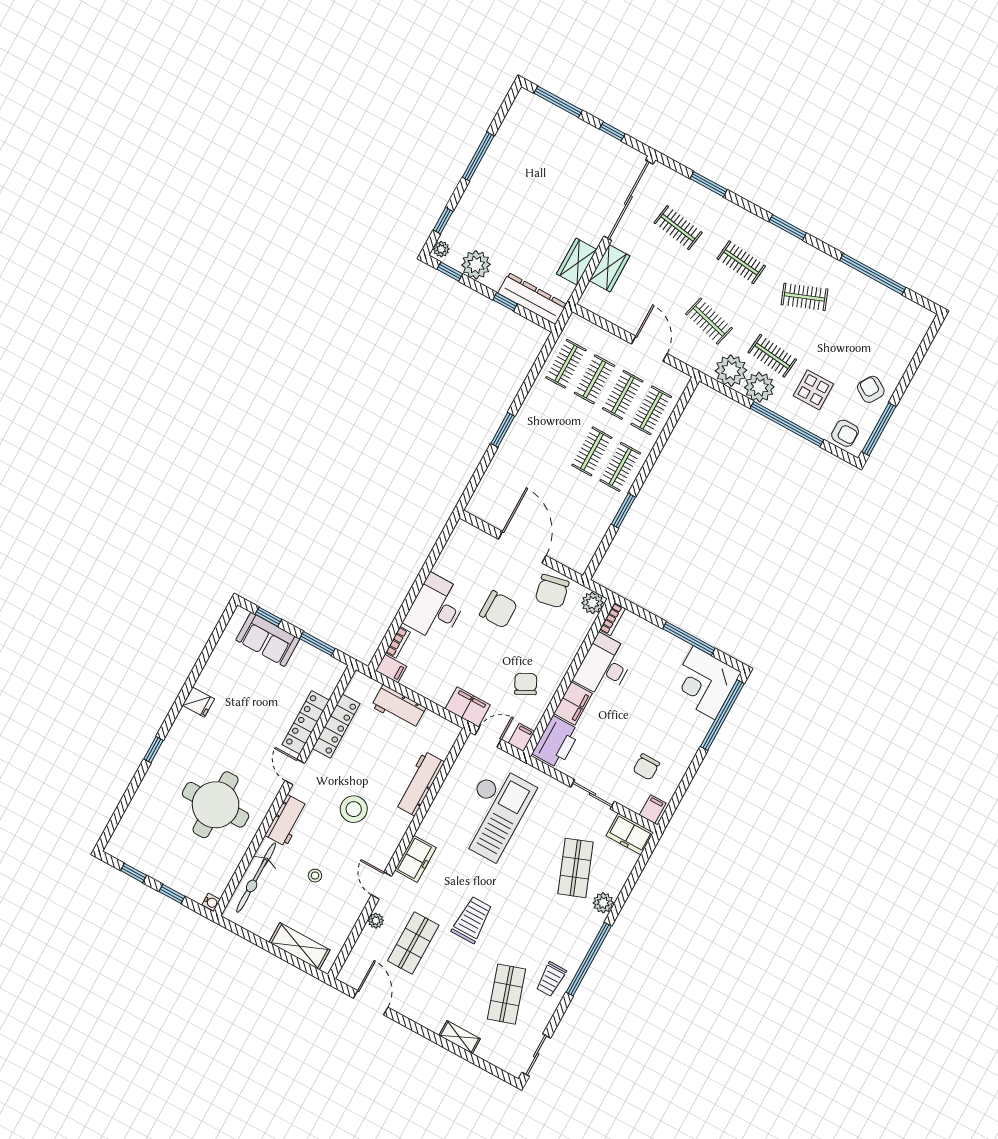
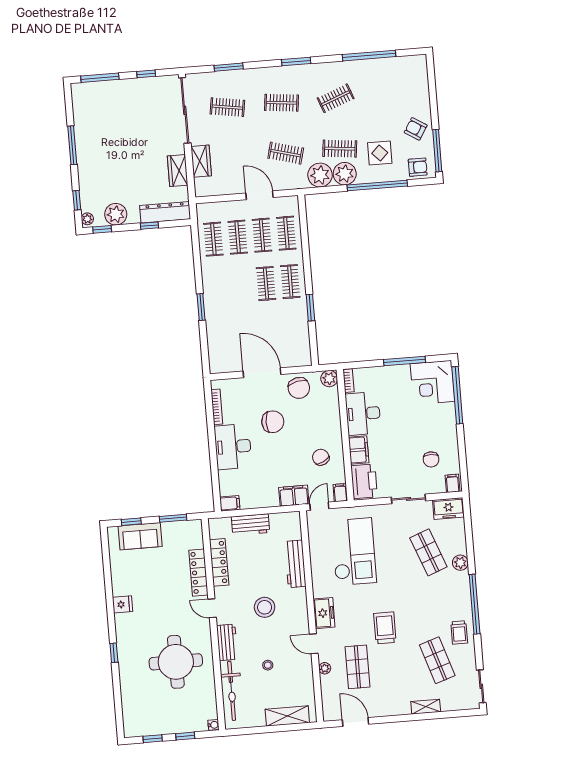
bookcase: (398, 642) -> (217, 407), moved, width x1.56

